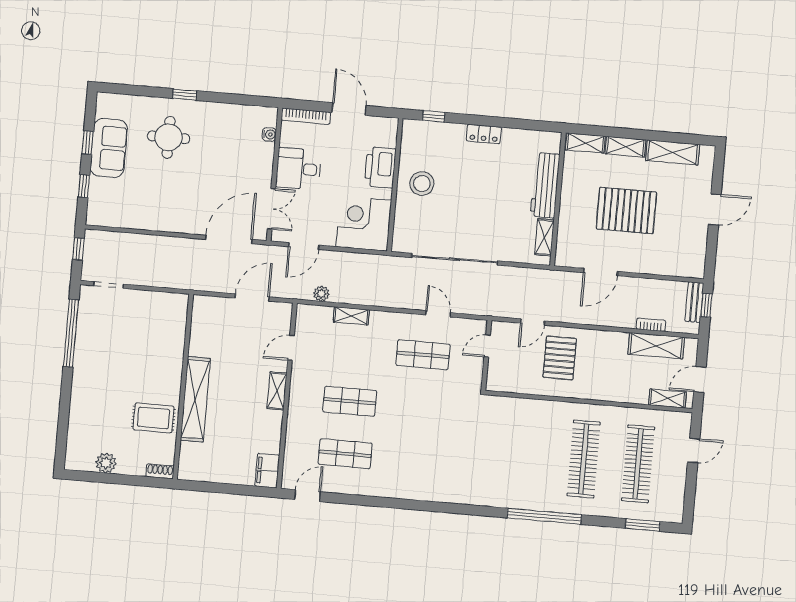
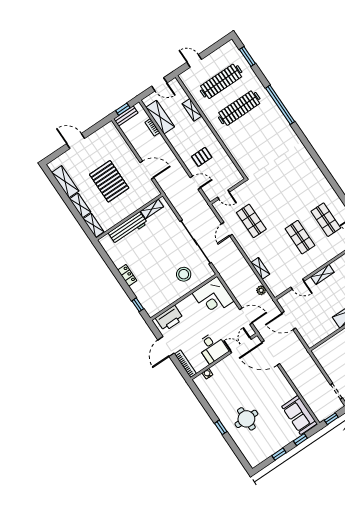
sofa: (109, 148) -> (299, 415), moved, turned -90
printer: (380, 167) -> (169, 318), moved
stool: (422, 184) -> (184, 274), moved
pallet: (560, 358) -> (202, 157), width x0.67, depth x0.71
shelving: (667, 398) -> (192, 110), moved

